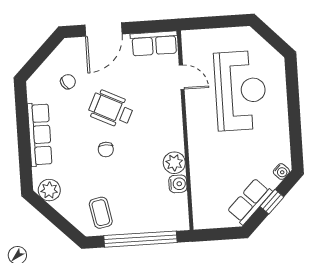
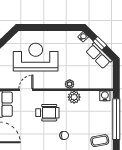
wheelchair: (111, 109) -> (47, 113), moved, turned -116
plant: (197, 153) -> (70, 84), added
water cooler: (178, 184) -> (105, 96), moved

